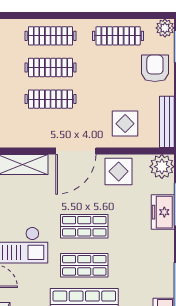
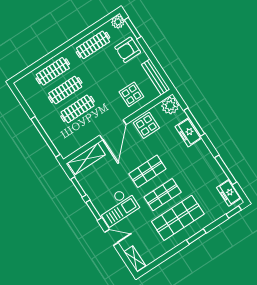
armchair: (155, 68) -> (128, 50), turned -90

